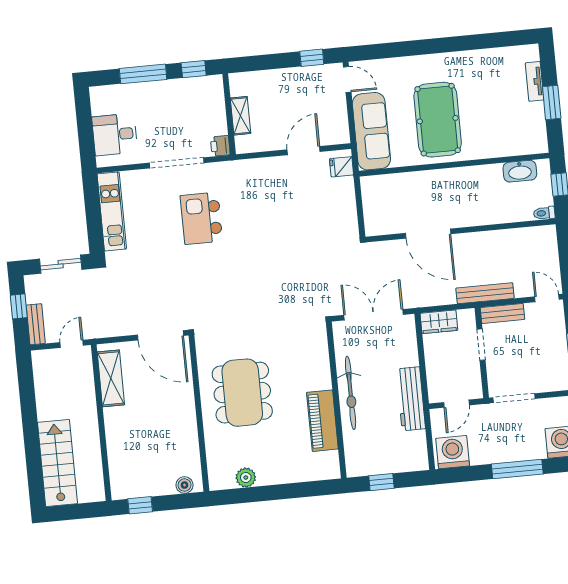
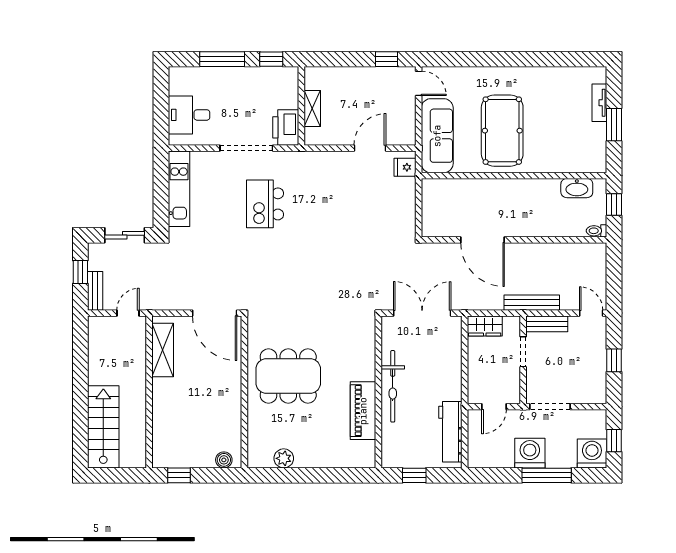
printer: (220, 146) -> (286, 127), width x1.87, depth x1.48
dining table: (242, 393) -> (288, 376), turned 90
workbench: (411, 399) -> (450, 432), moved
washing machine: (453, 452) -> (530, 453), moved

